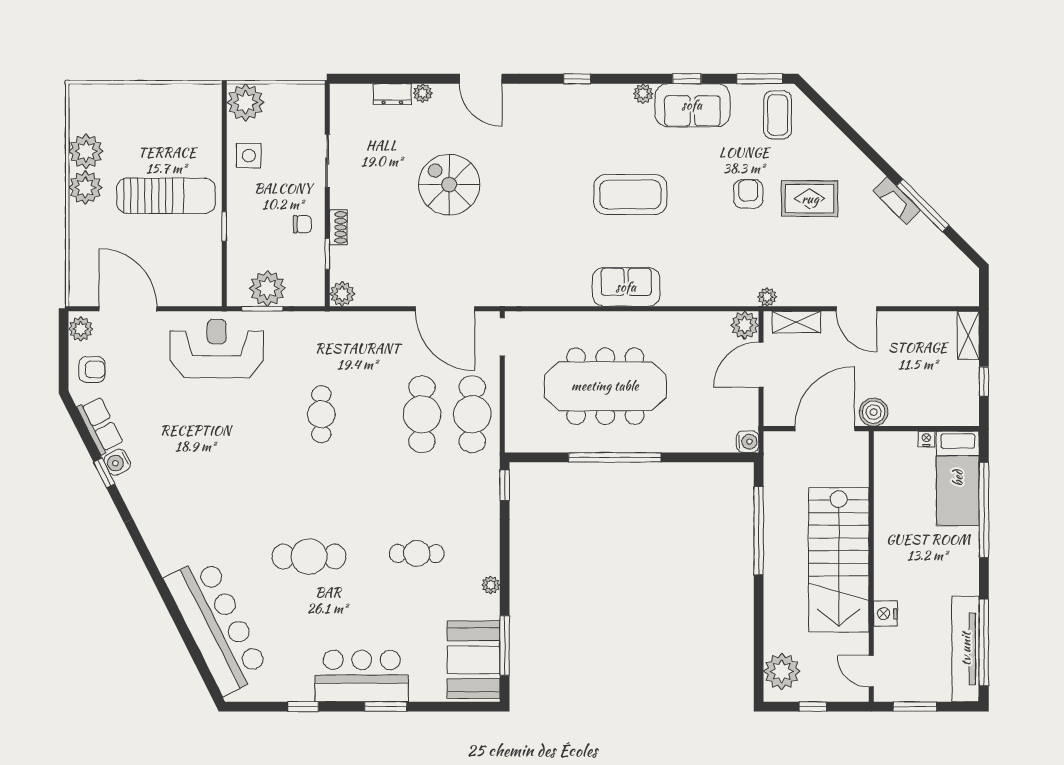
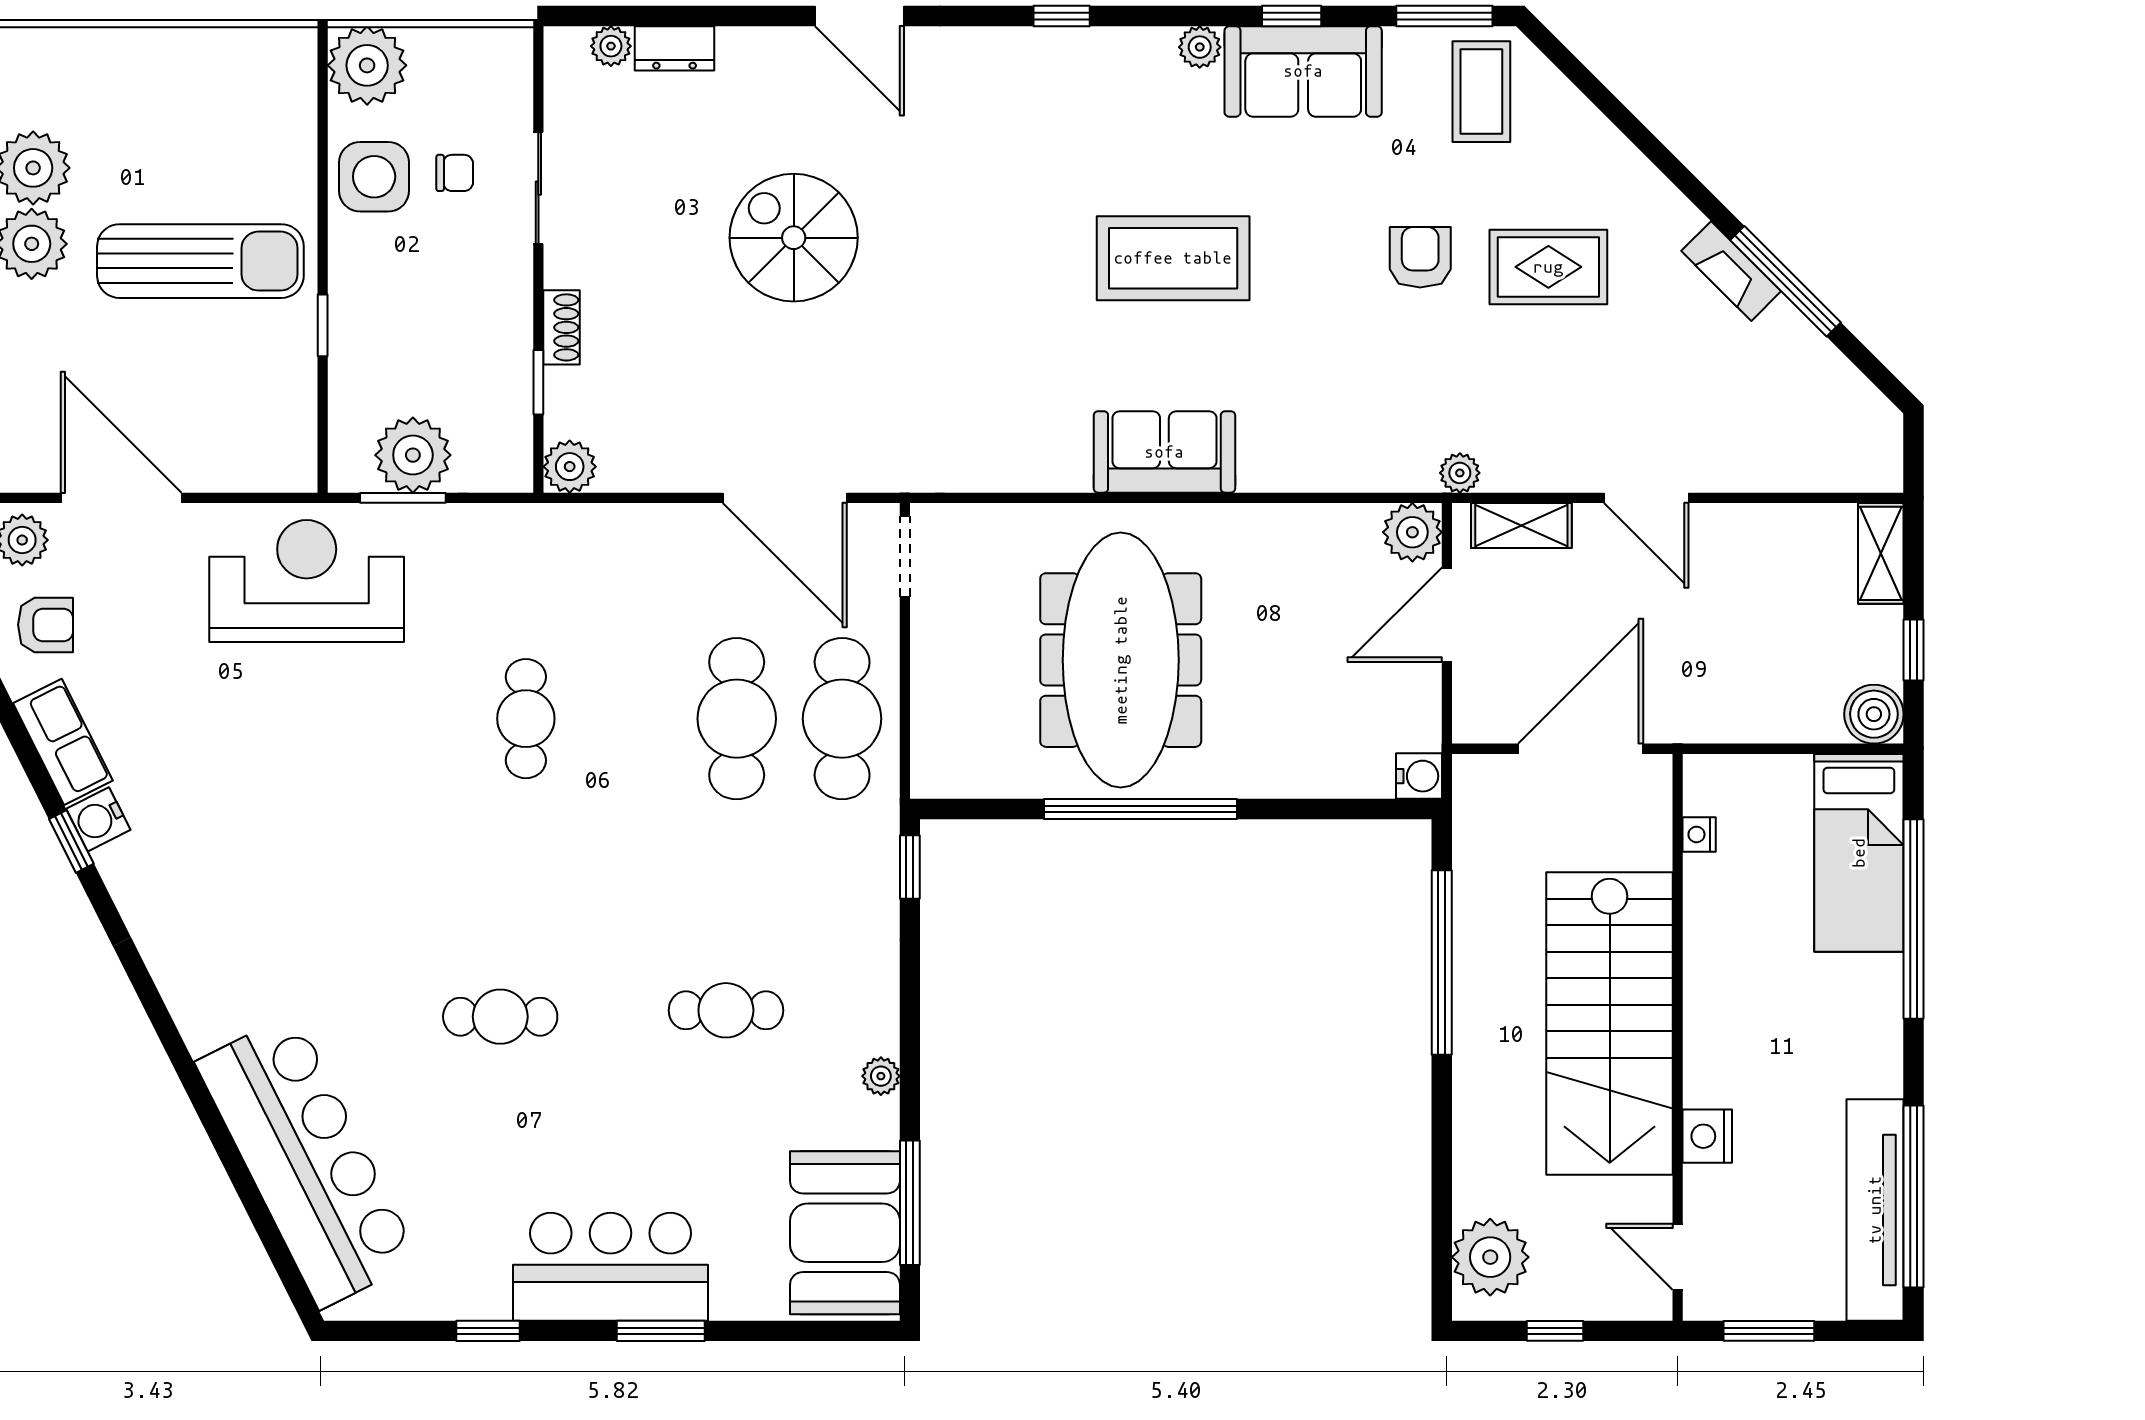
plant: (423, 93) -> (611, 46), moved
side table: (249, 155) -> (374, 177), width x1.37, depth x1.37
chair: (302, 224) -> (455, 173), moved
meeting table: (605, 386) -> (1121, 660), turned 90
boiler: (874, 412) -> (1874, 714), moved
nightstand: (926, 439) -> (1699, 834), moved, turned -90
cafe table: (309, 557) -> (500, 1017), width x0.73, depth x0.74

